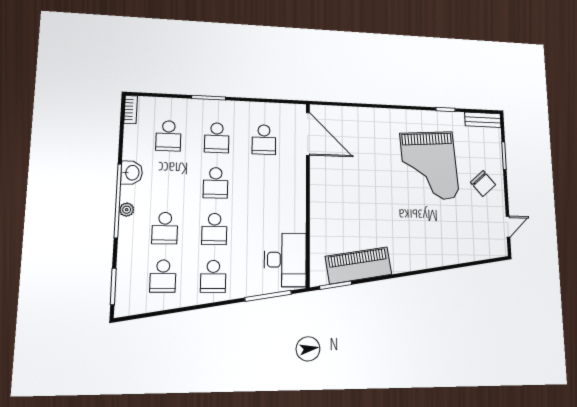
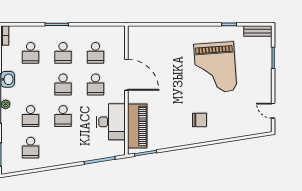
door: (308, 134) -> (126, 75), moved
chair: (483, 184) -> (200, 120), moved, turned -49
door: (508, 227) -> (273, 111), swing flipped
desk: (285, 260) -> (111, 122), moved
piano: (359, 265) -> (137, 126), moved, turned 99
school desk: (213, 276) -> (95, 85), moved

